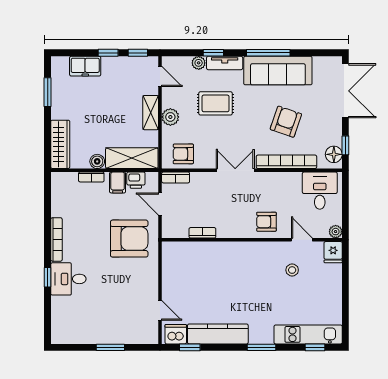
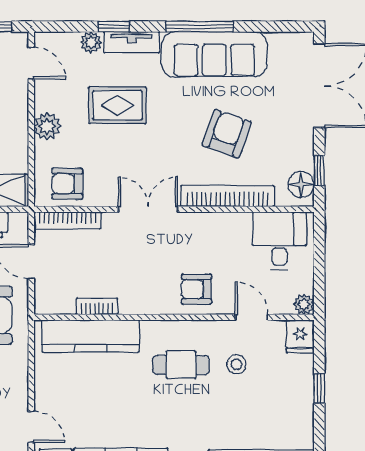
shelving: (151, 113) -> (17, 120), removed
bookcase: (176, 177) -> (67, 220), width x1.56
kitchen counter: (198, 252) -> (90, 336), added
cafe table: (256, 270) -> (181, 365), added
window: (345, 286) -> (319, 388), added

